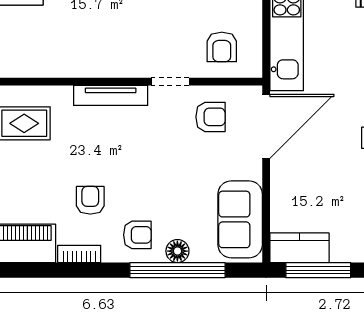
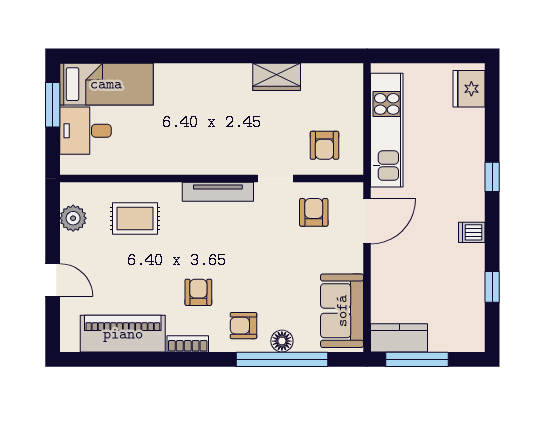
armchair: (211, 117) -> (314, 212), turned -90
door: (266, 126) -> (367, 221), width x0.73
armchair: (137, 235) -> (243, 326), turned 180

